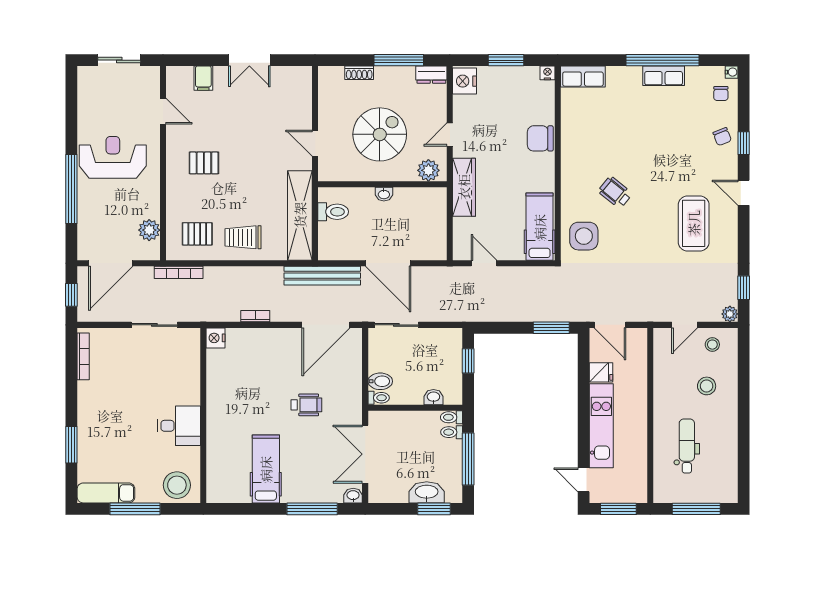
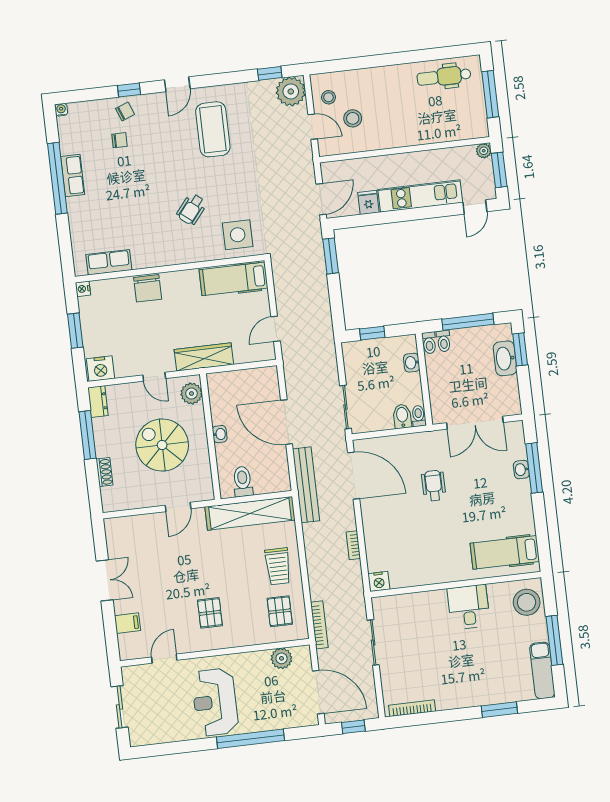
row of seats: (583, 77) -> (109, 262), moved, turned -90
chair: (721, 94) -> (119, 140), moved
coffee table: (694, 223) -> (213, 129), turned 90
door: (388, 263) -> (286, 422), swing flipped
plant: (730, 314) -> (291, 91), width x1.88, depth x1.88
stool: (707, 386) -> (353, 118), moved
dental chair: (687, 446) -> (444, 76), moved
hospital bed: (266, 469) -> (505, 552), moved
plant: (640, 495) -> (484, 151), added
washbasin: (353, 496) -> (521, 470), moved

